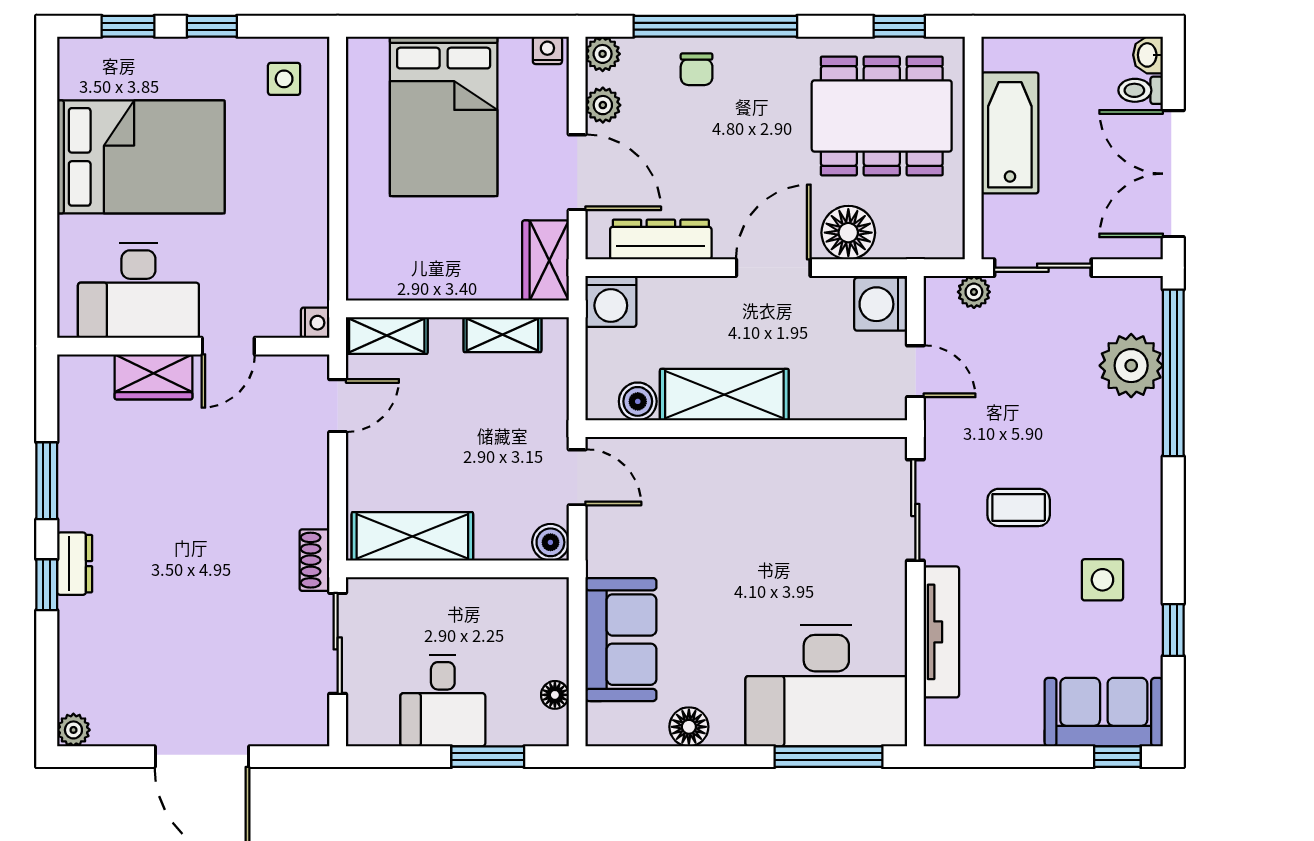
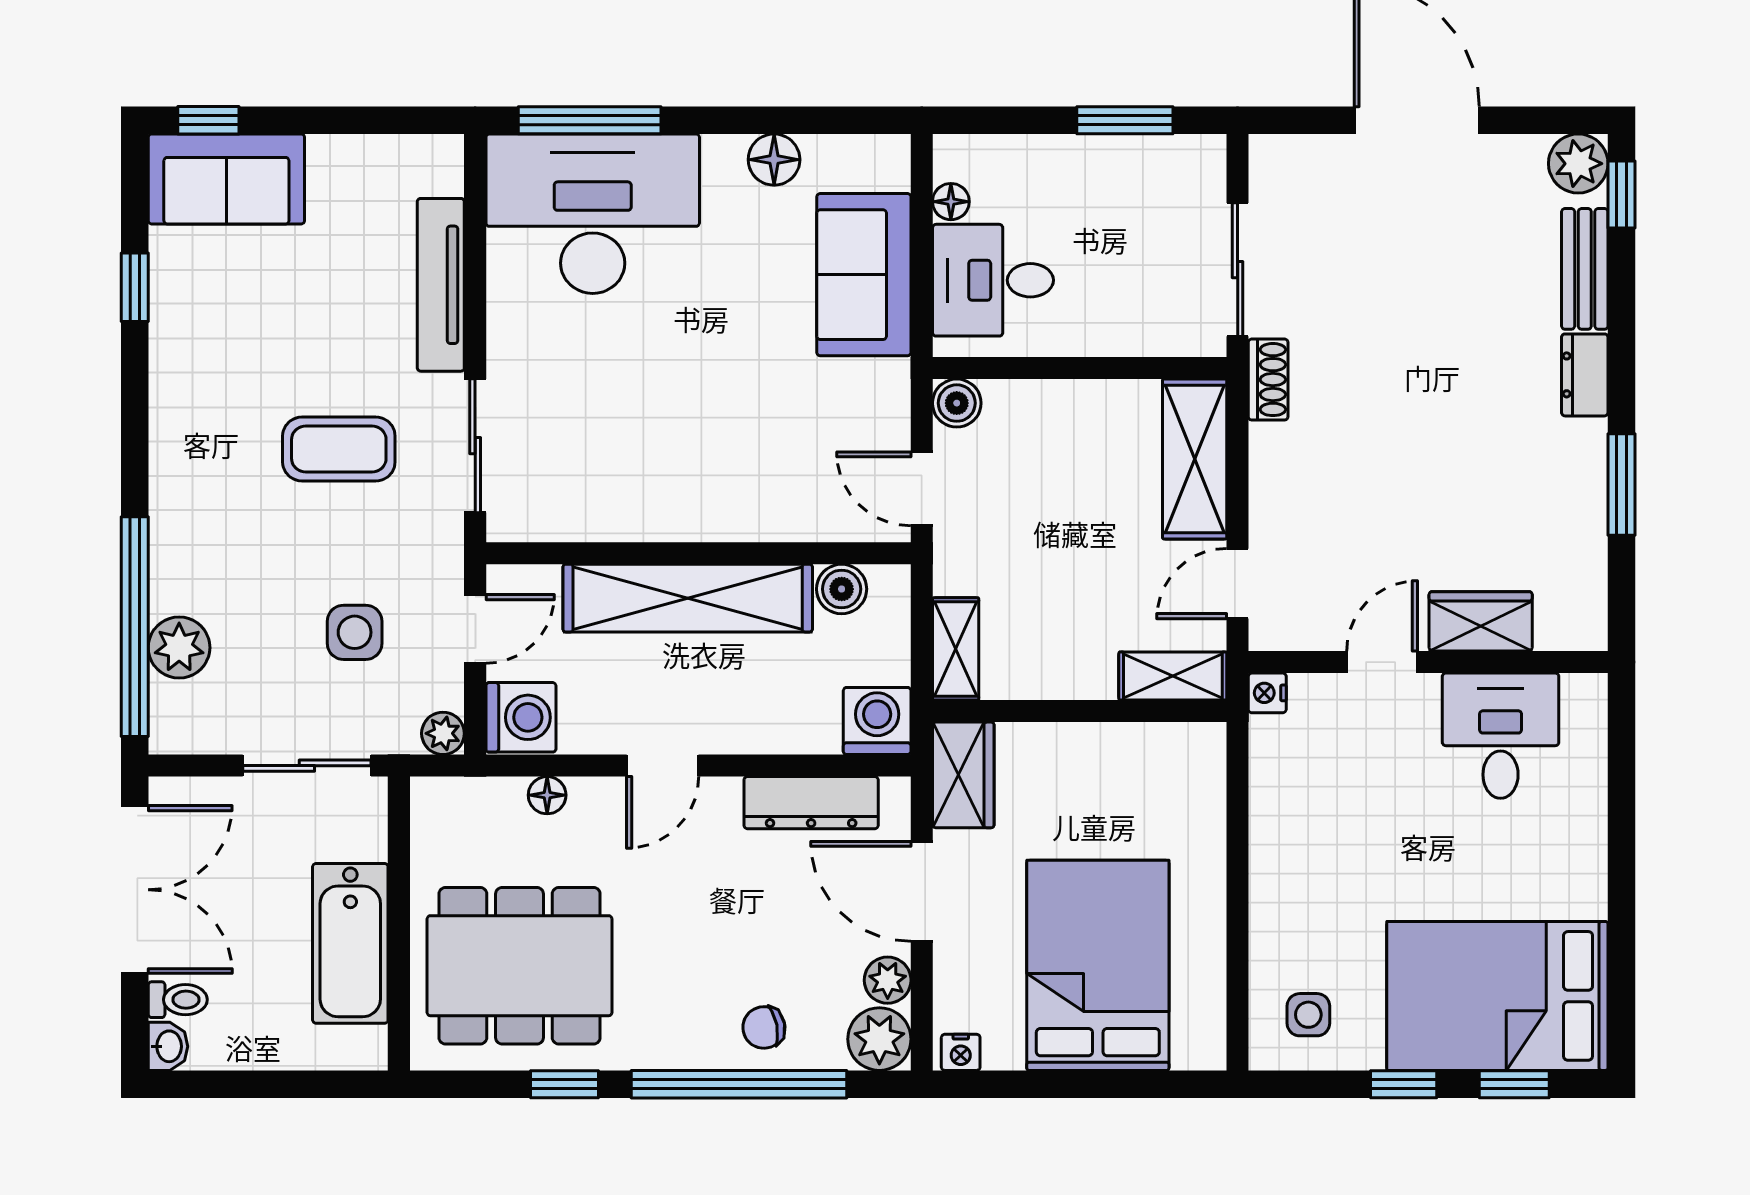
window: (899, 26) -> (565, 1084), moved
plant: (603, 54) -> (879, 1039), width x1.38, depth x1.38
chair: (697, 69) -> (764, 1027), turned -101
bed: (141, 157) -> (1497, 996), moved
floor lamp: (848, 233) -> (547, 795), width x0.53, depth x0.53
door: (773, 268) -> (663, 766), width x0.73
desk: (138, 290) -> (1501, 736), width x0.73
plant: (974, 292) -> (443, 733), moved
shelving: (502, 335) -> (956, 649), moved, turned 90
plant: (1131, 366) -> (179, 648), width x0.73, depth x0.73
door: (915, 371) -> (475, 629), swing flipped
shelving: (724, 395) -> (688, 598), width x1.47
coffee table: (1019, 507) -> (339, 449), width x1.36, depth x1.30
shelving: (412, 536) -> (1195, 459), moved, turned 90
side table: (1102, 580) -> (355, 632), moved
window: (47, 585) -> (1621, 194), moved
bench: (75, 644) -> (1585, 269), added
desk: (443, 701) -> (993, 280), moved, turned -90
plant: (73, 730) -> (1578, 164), width x1.38, depth x1.38
window: (488, 757) -> (1125, 120), moved

